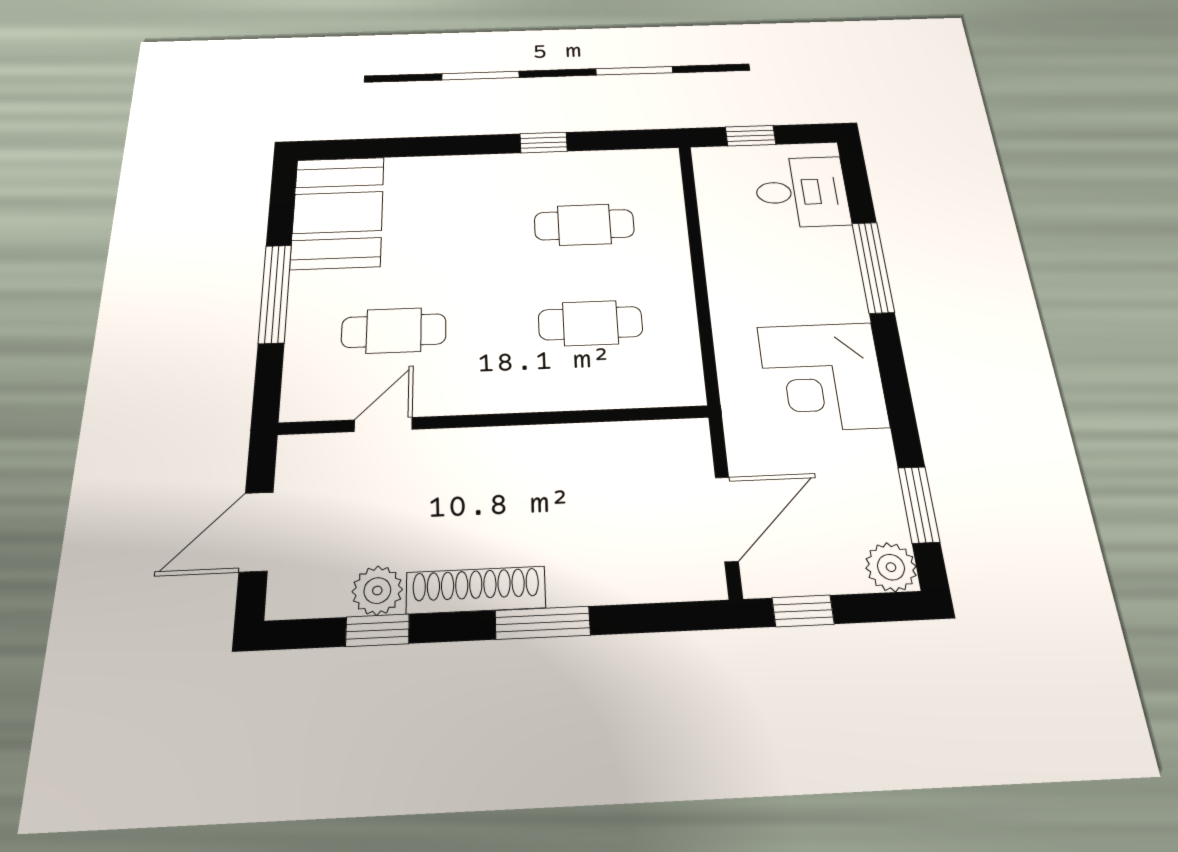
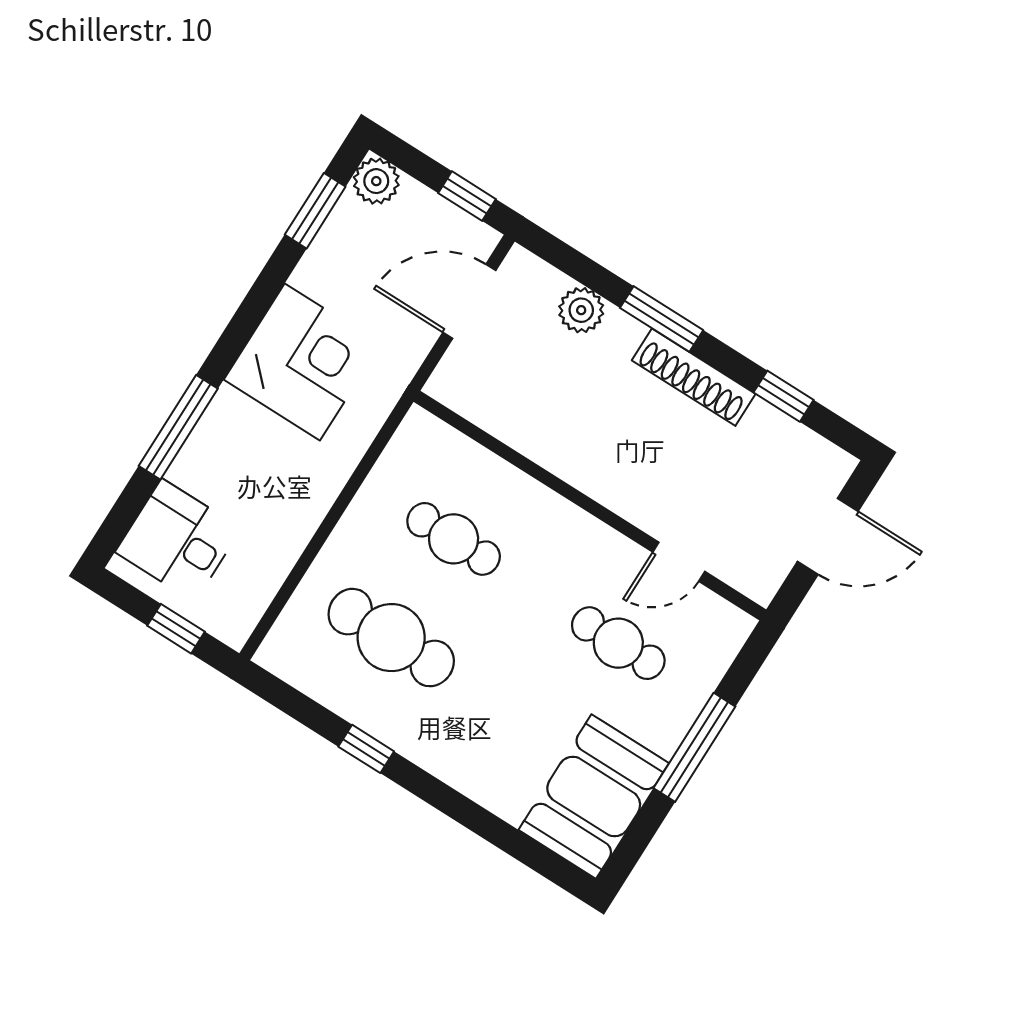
cafe table: (584, 225) -> (391, 638), width x1.37, depth x1.35
plant: (377, 591) -> (581, 310), moved

